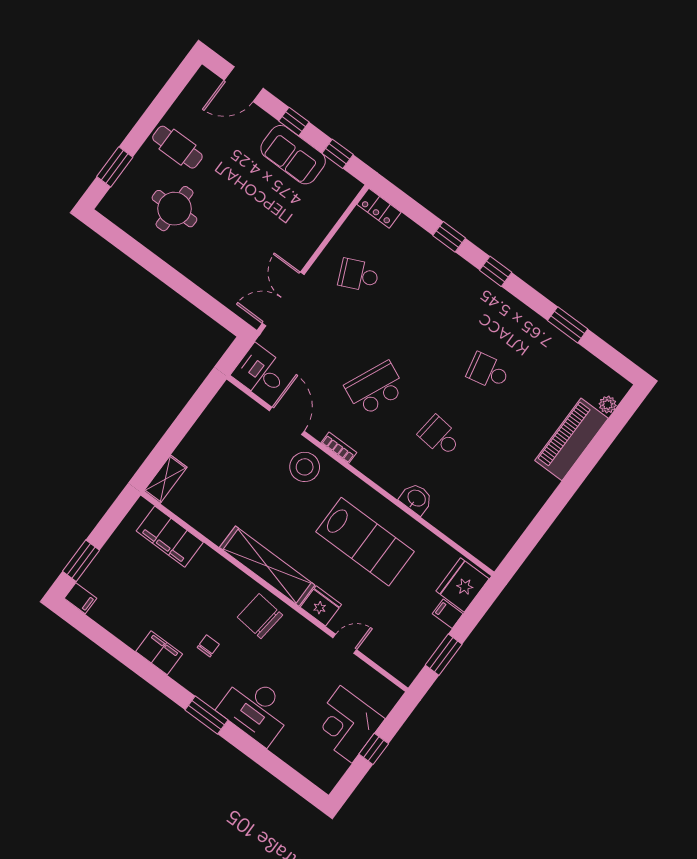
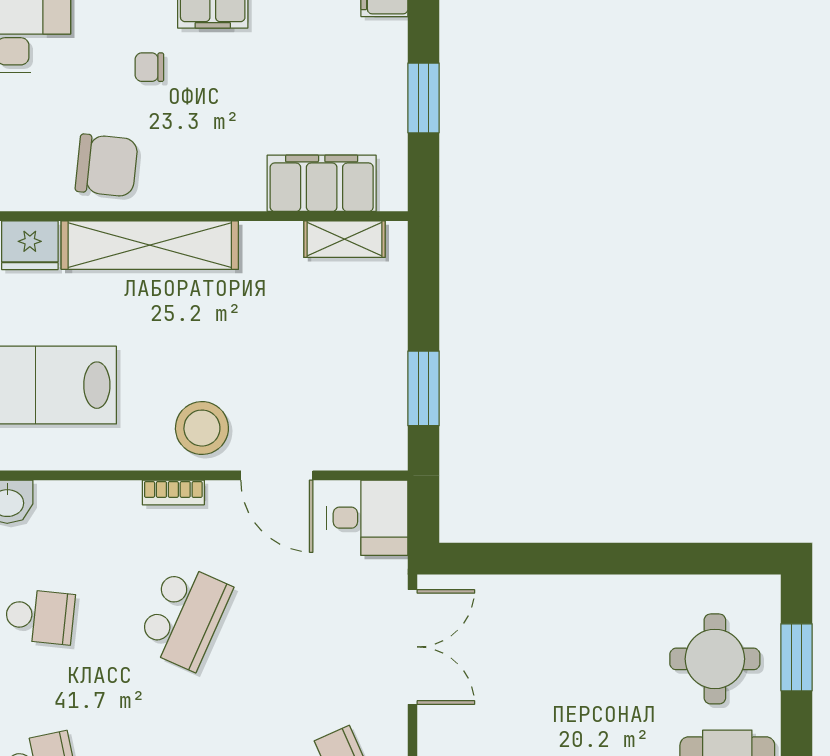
round table: (174, 209) -> (715, 659), moved
window: (192, 411) -> (424, 388), added
shelving: (165, 479) -> (344, 239), moved, turned 90
window: (81, 561) -> (424, 98), moved
chair: (208, 646) -> (149, 67), turned 90

